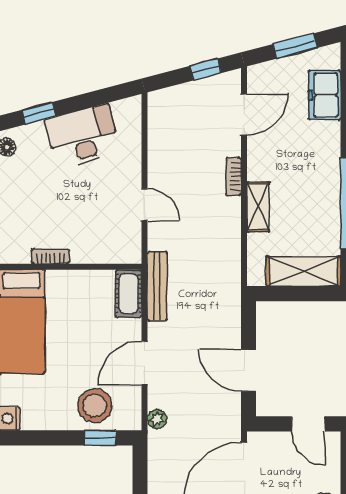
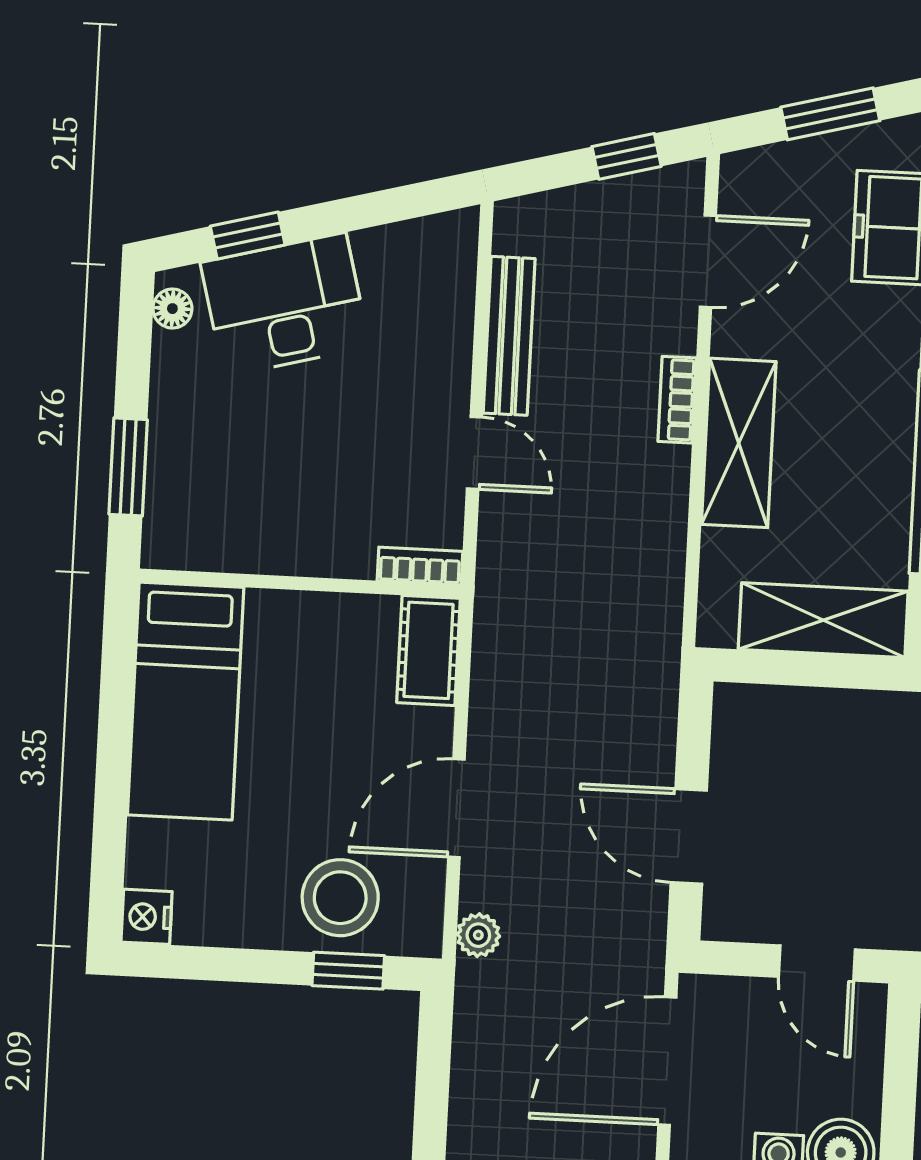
desk: (83, 136) -> (285, 305), moved
shelving: (258, 207) -> (739, 443), width x1.50, depth x1.33
bookcase: (50, 256) -> (420, 566), moved
bench: (157, 286) -> (509, 336), moved

